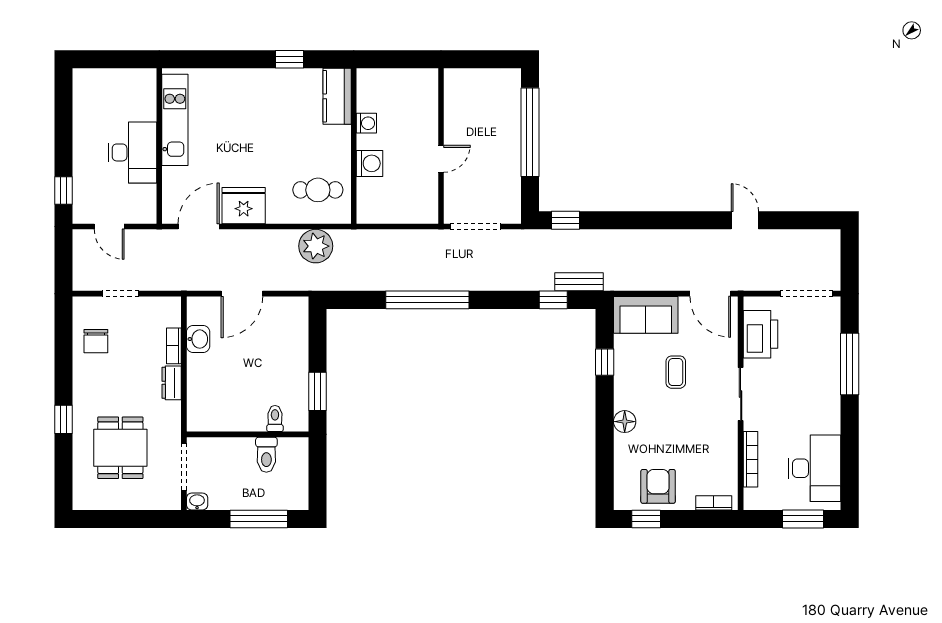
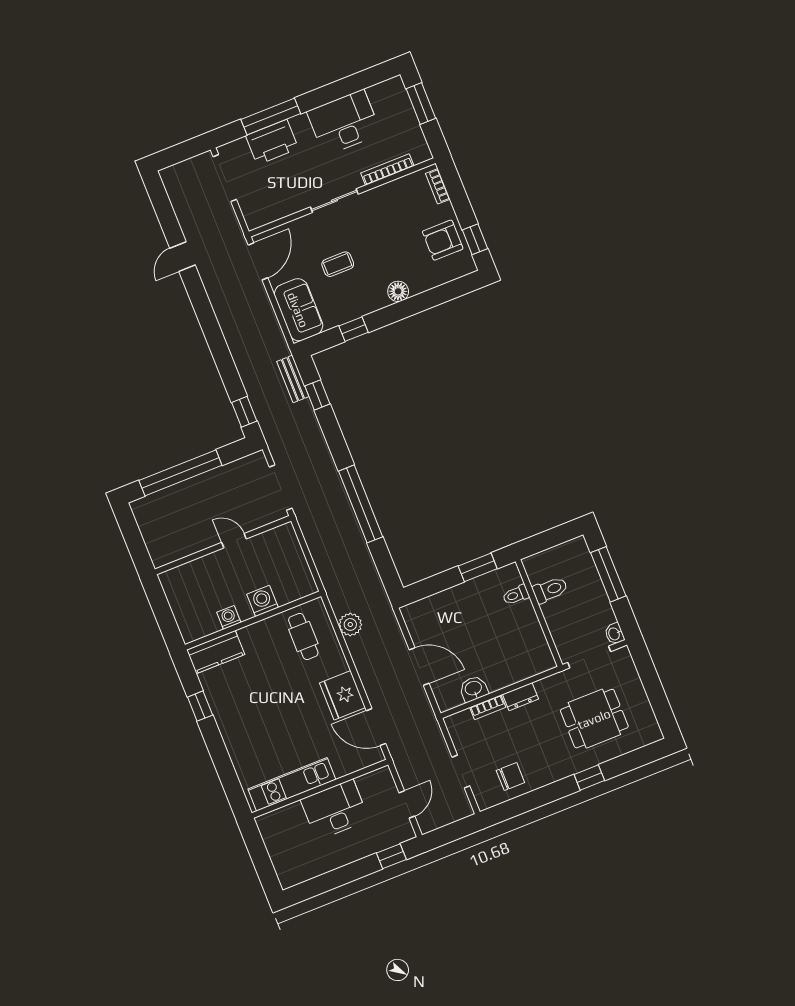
plant: (316, 246) -> (350, 624), width x0.73, depth x0.73
printer: (760, 334) -> (272, 142), moved, turned 180
desk: (815, 468) -> (344, 123), moved

